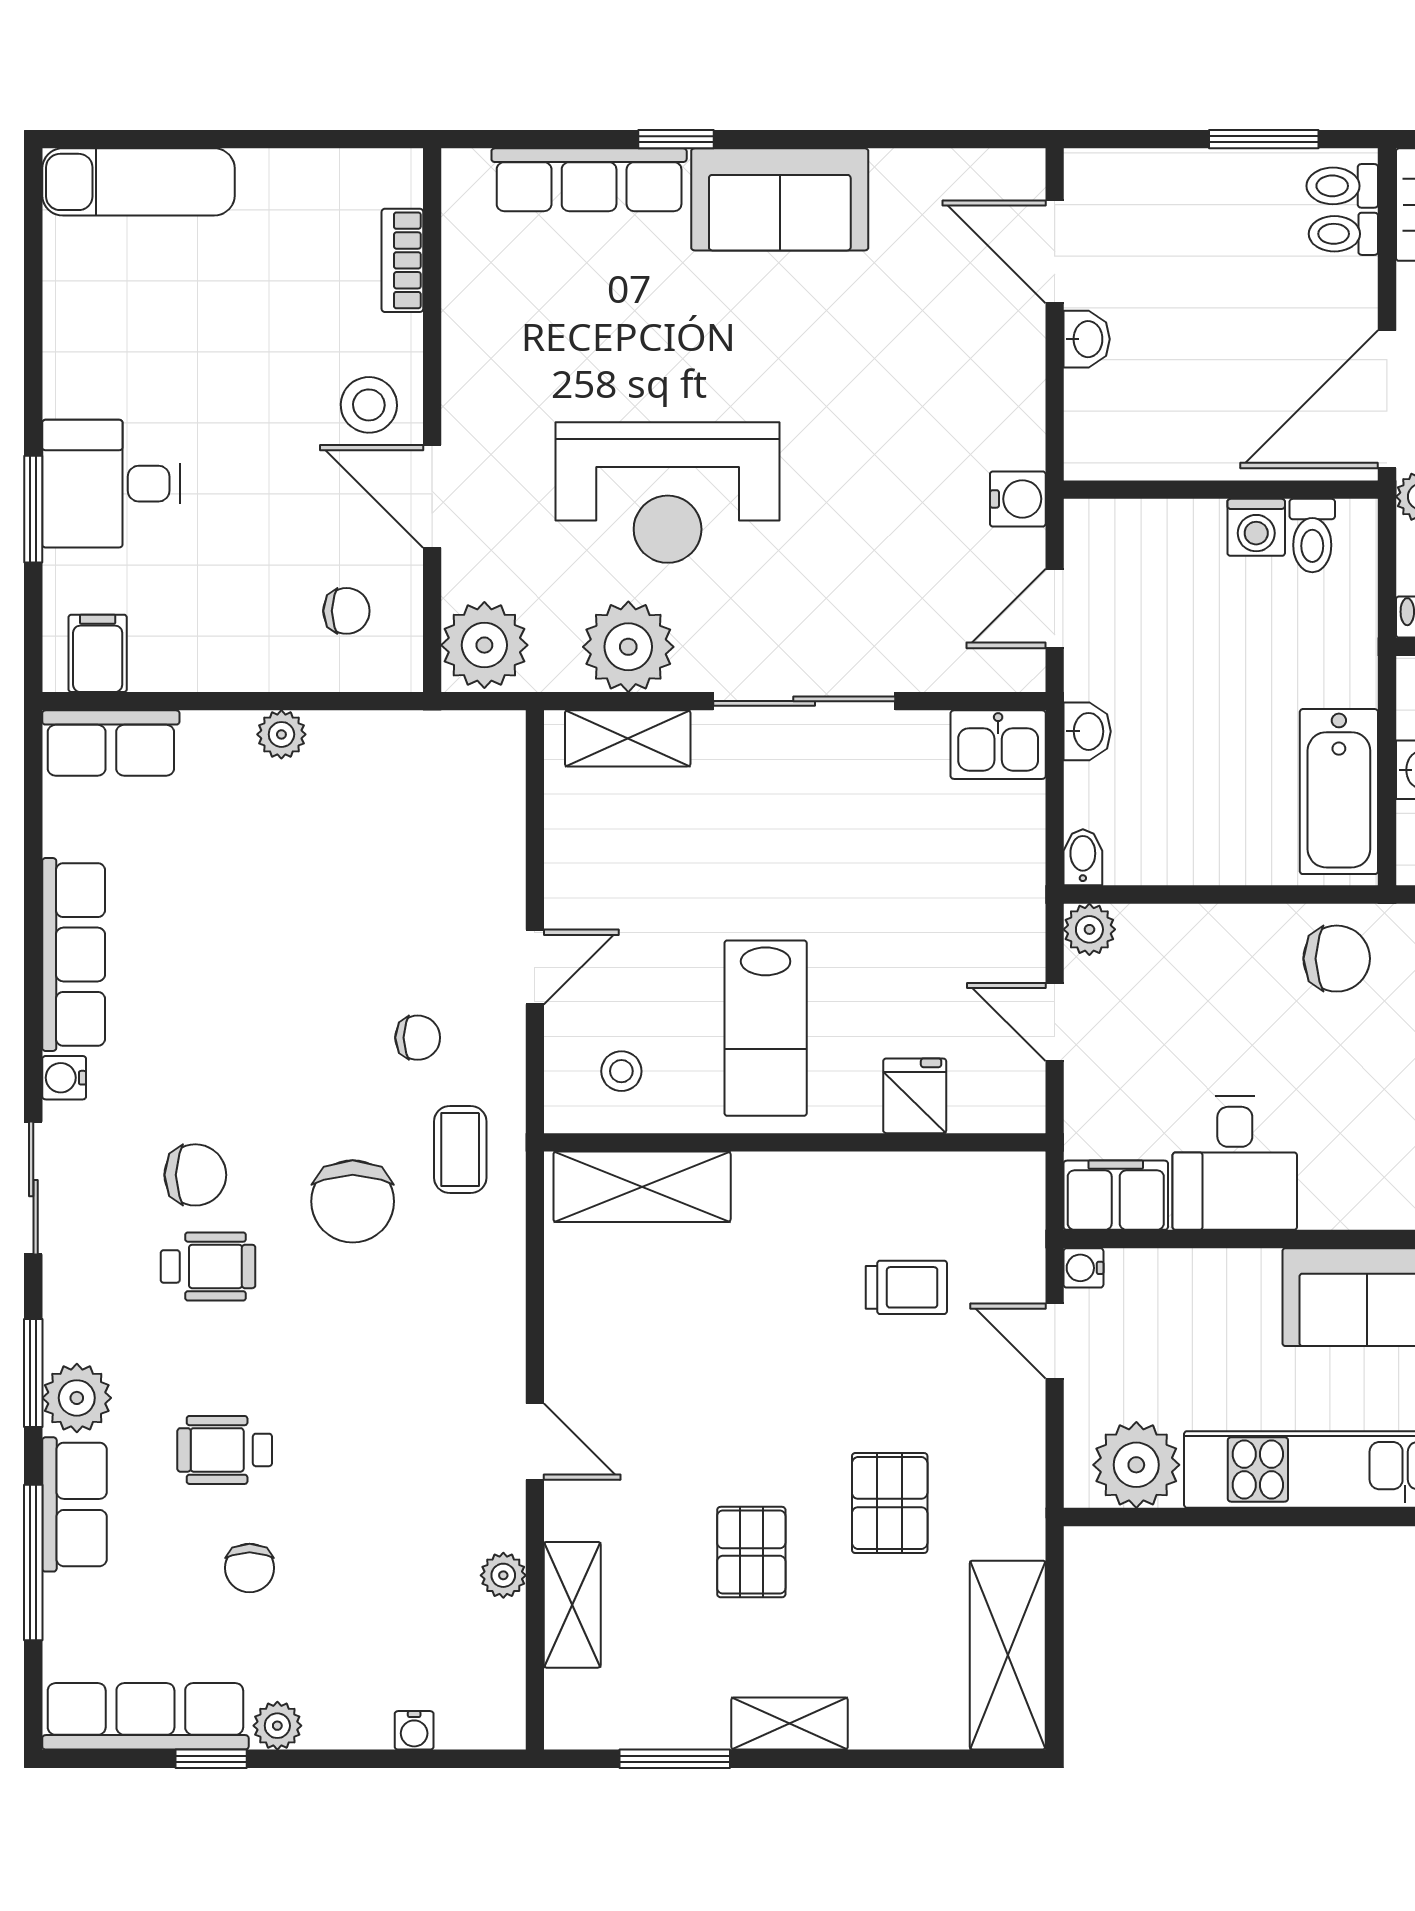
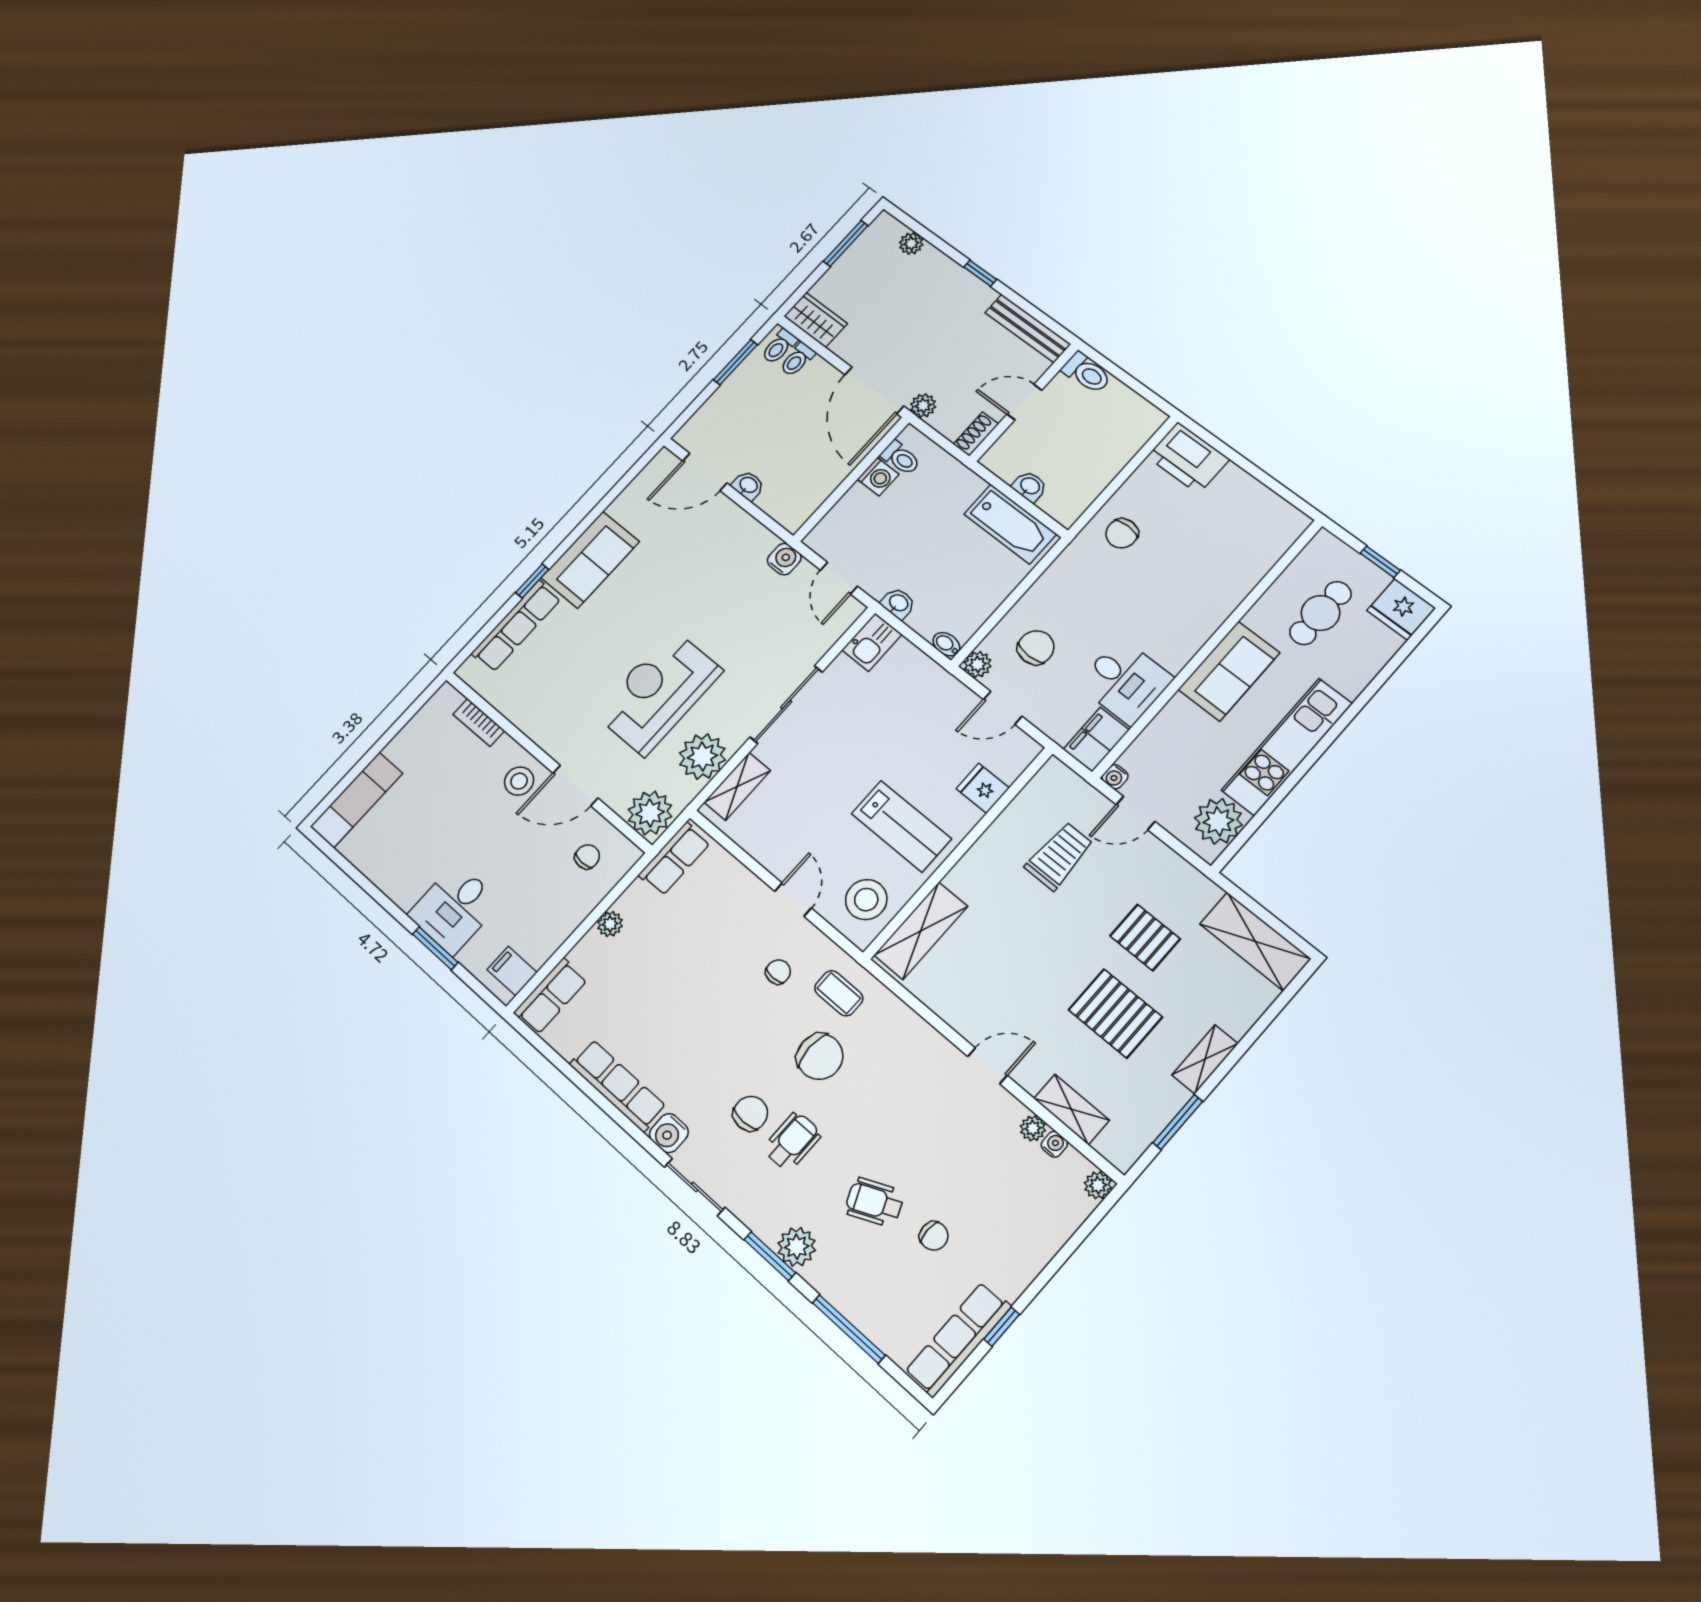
reception desk: (668, 493) -> (658, 692), turned 180
chair: (1337, 959) -> (1036, 648), moved
stool: (621, 1071) -> (866, 900), width x1.89, depth x1.89
water cooler: (64, 1078) -> (669, 1133), width x1.38, depth x1.38
trolley: (906, 1287) -> (1059, 856), width x1.36, depth x1.39
wheelchair: (225, 1450) -> (874, 1202), turned 66
row of seats: (75, 1504) -> (674, 859), moved, turned 90
pallet: (751, 1552) -> (1115, 1013), width x1.50, depth x1.42
plant: (277, 1726) -> (1098, 1185), moved
water cooler: (414, 1730) -> (1054, 1144), moved, turned -90

